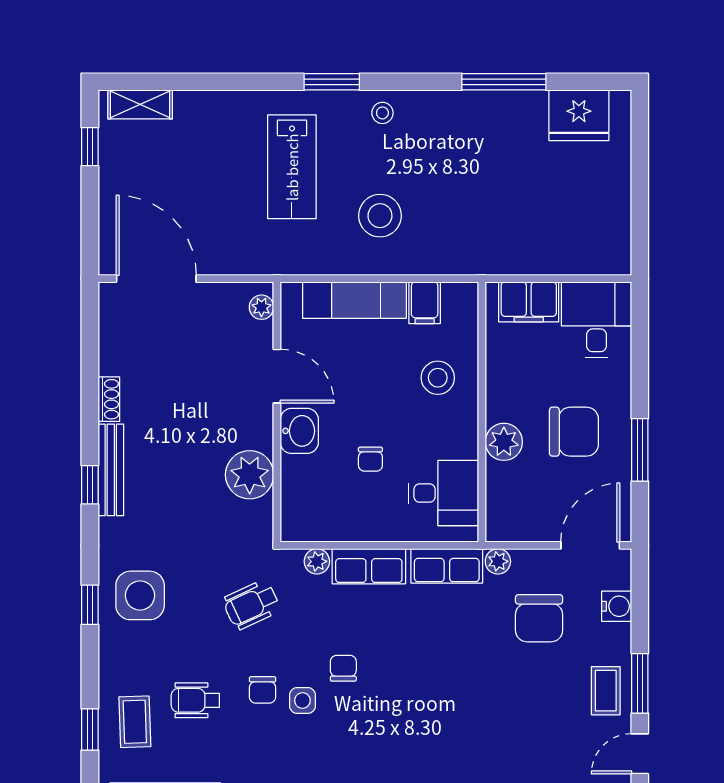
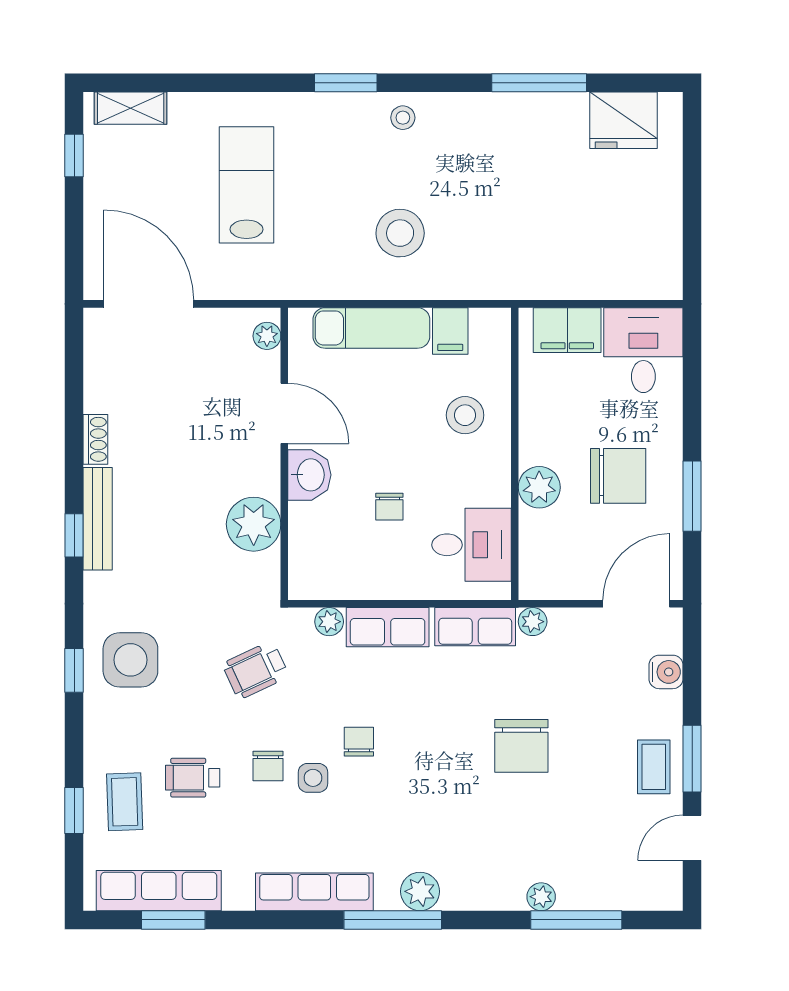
lab bench: (292, 167) -> (247, 185), moved, turned 180
chair: (539, 618) -> (521, 746), moved

